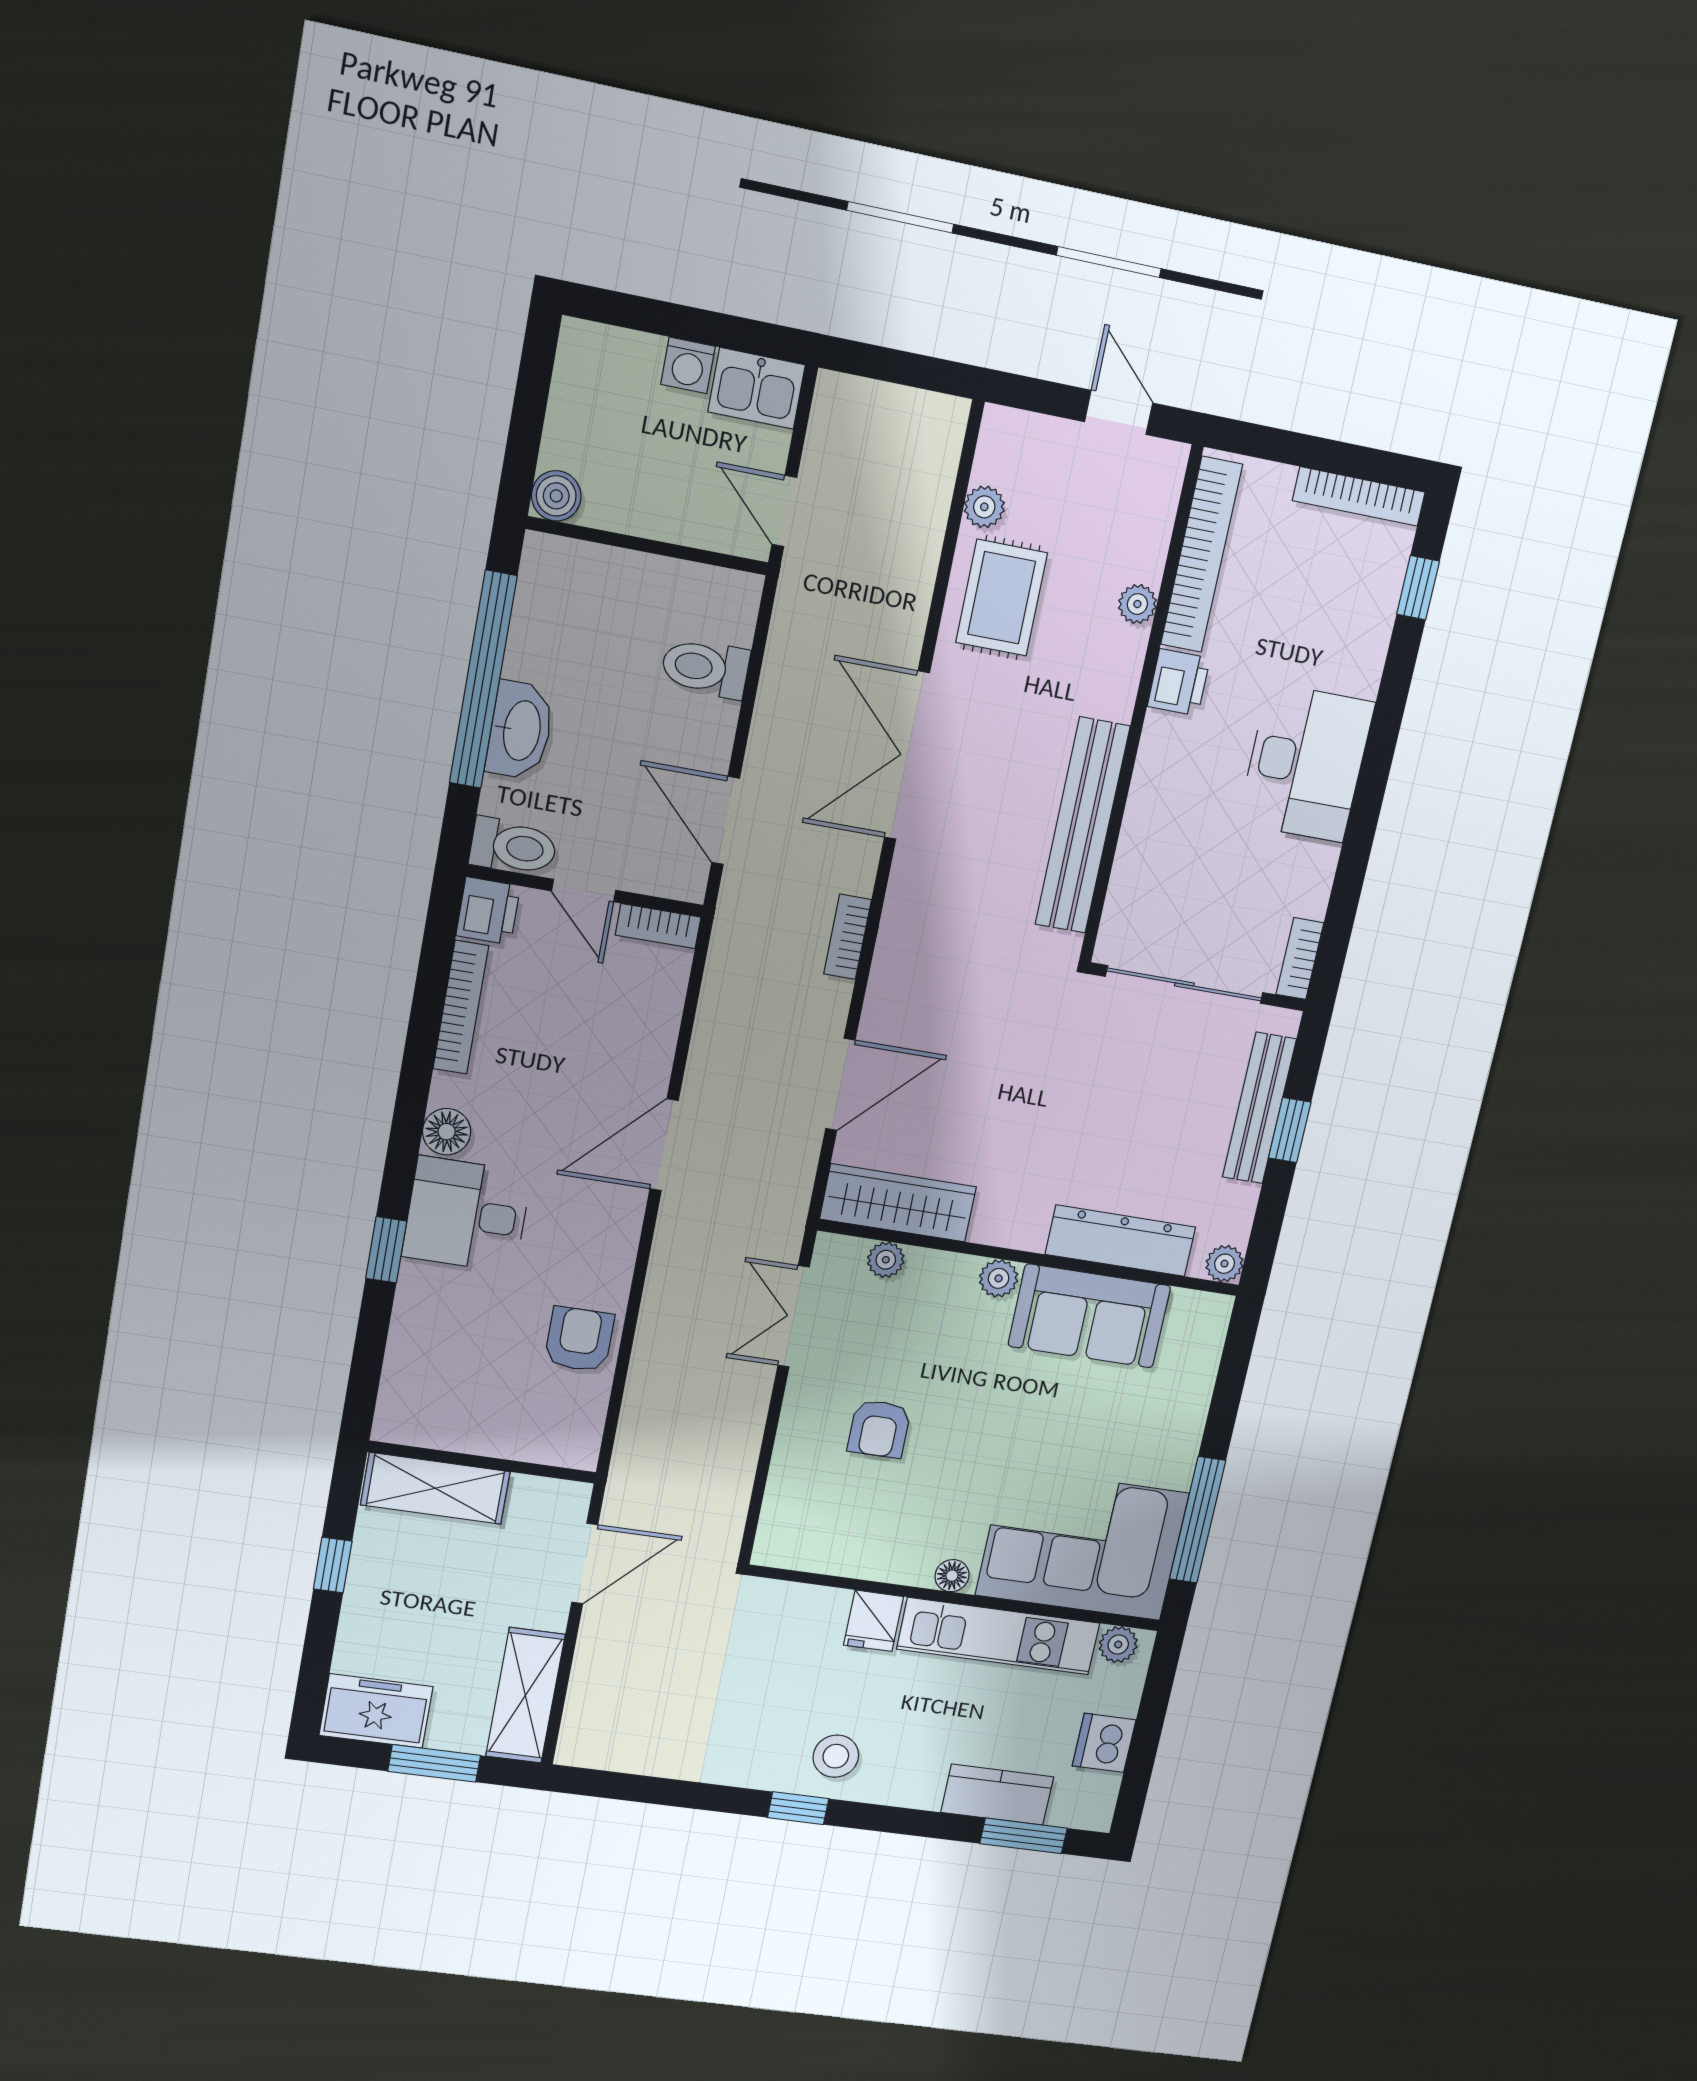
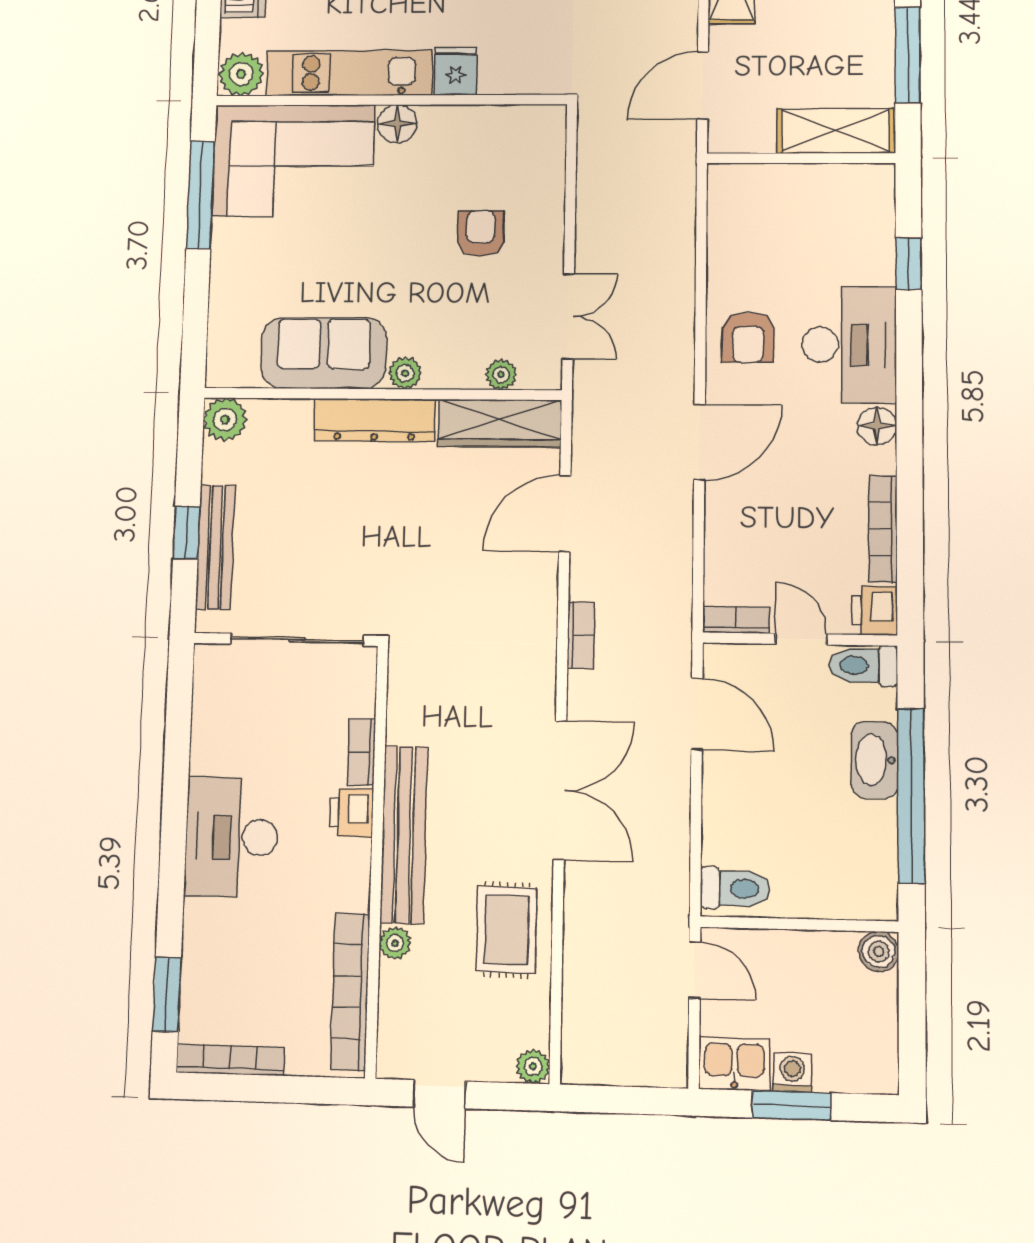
window: (696, 325) -> (792, 1105), added
plant: (984, 507) -> (533, 1066), moved
window: (1418, 588) -> (167, 995), width x1.50
toilet: (705, 668) -> (735, 888), moved
printer: (1179, 682) -> (351, 813), moved
bench: (1082, 826) -> (404, 835), moved
bookcase: (1300, 959) -> (362, 752), moved, turned 180
desk: (467, 1215) -> (849, 345), width x1.37
dresser: (1120, 1241) -> (375, 420), moved
window: (386, 1250) -> (909, 264), moved
plant: (1225, 1264) -> (225, 419), width x1.38, depth x1.38
armchair: (579, 1339) -> (748, 337), moved
window: (333, 1565) -> (908, 55), width x2.17
floor lamp: (952, 1576) -> (397, 124), width x1.37, depth x1.37
plant: (1118, 1645) -> (241, 74), width x1.38, depth x1.38

